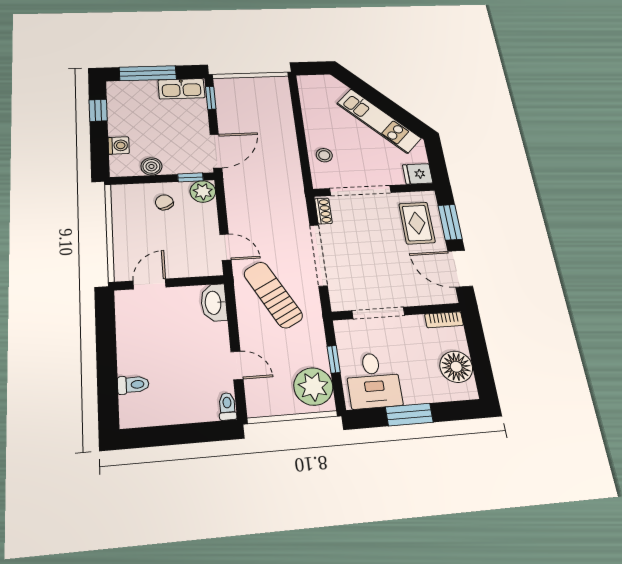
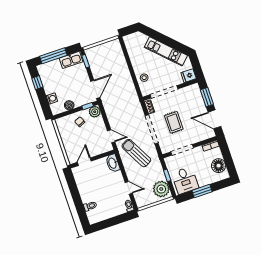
rug: (417, 223) -> (174, 122), moved

